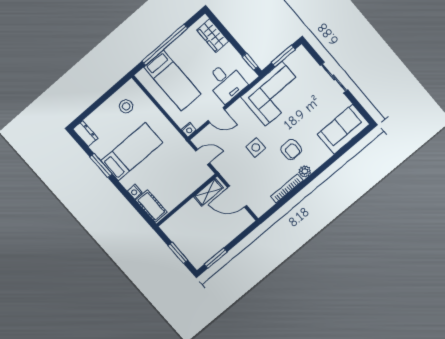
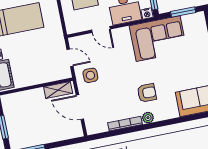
nightstand: (189, 130) -> (147, 14), moved
side table: (256, 147) -> (90, 75), moved
armchair: (291, 149) -> (147, 93), turned -90

